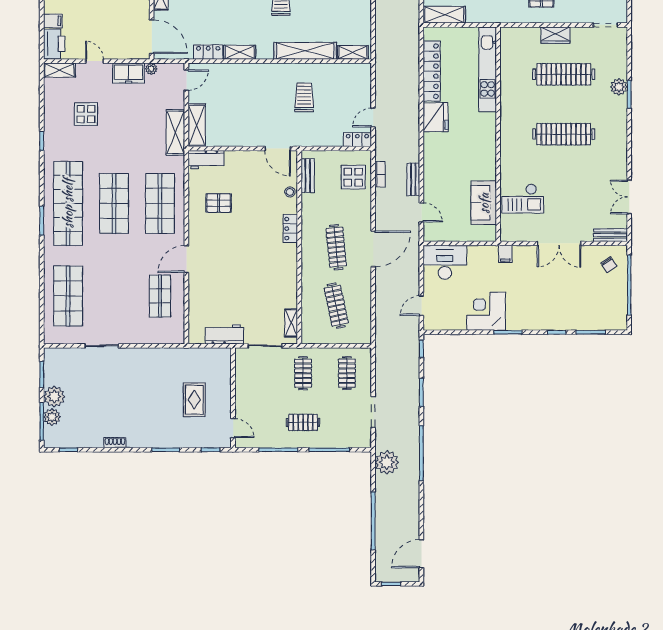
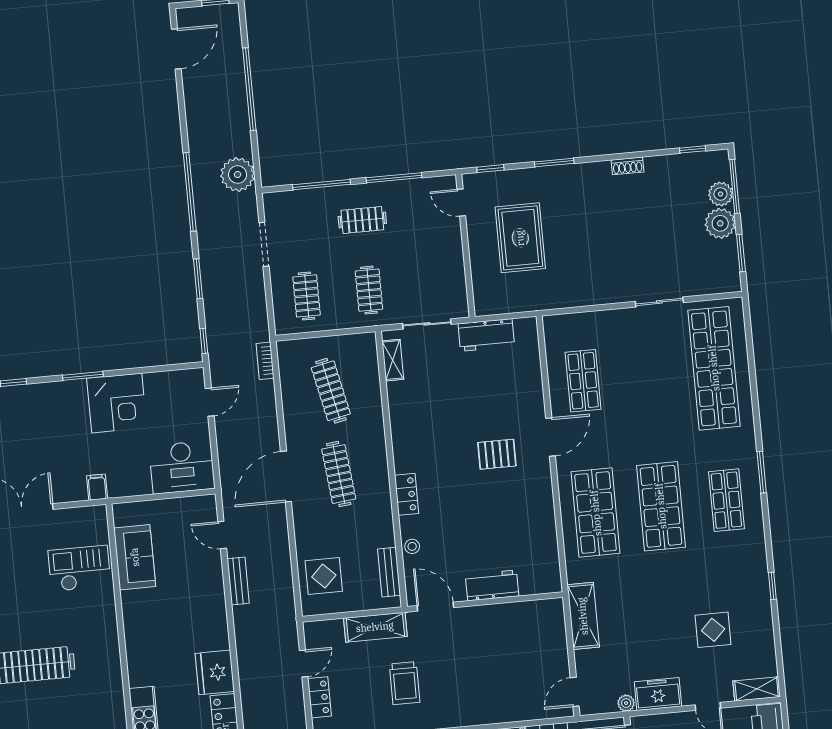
shelving: (197, 125) -> (375, 627), moved, turned 90
locker: (357, 140) -> (319, 697), moved, turned -90
workbench: (206, 160) -> (492, 585), moved
bookcase: (380, 174) -> (265, 361), moved
shop shelf: (68, 203) -> (726, 500), width x0.50, depth x0.74
pallet: (219, 203) -> (497, 454), moved
shop shelf: (68, 296) -> (714, 368), width x1.40
rug: (194, 400) -> (520, 238), width x1.36, depth x1.43

